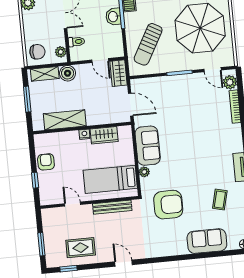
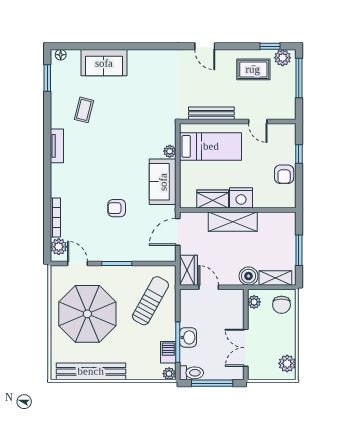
toilet: (76, 42) -> (234, 312), removed
chair: (37, 52) -> (282, 305), turned -90
door: (131, 105) -> (178, 232), hinge flipped
shelving: (65, 120) -> (233, 222), moved
nightstand: (84, 134) -> (241, 198), width x1.89, depth x1.79
armchair: (168, 205) -> (117, 208), moved, width x0.53, depth x0.53
window: (41, 244) -> (299, 78), width x1.44
plant: (57, 260) -> (283, 58), added

